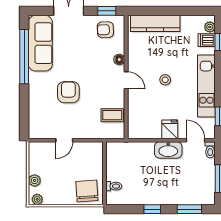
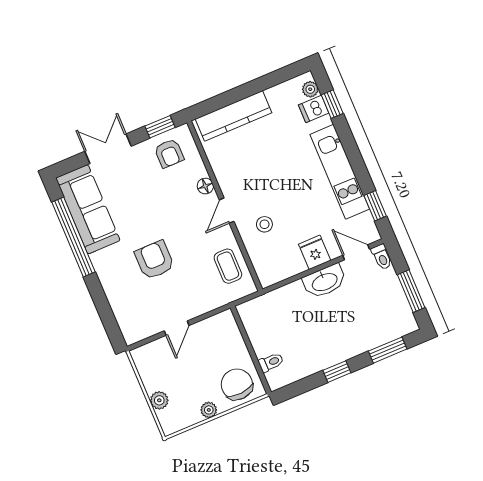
armchair: (105, 30) -> (169, 153), turned -88
door: (126, 80) -> (227, 211), swing flipped
stool: (165, 80) -> (264, 224), moved
coffee table: (112, 115) -> (228, 266), turned 90
plant: (37, 199) -> (209, 410), moved

